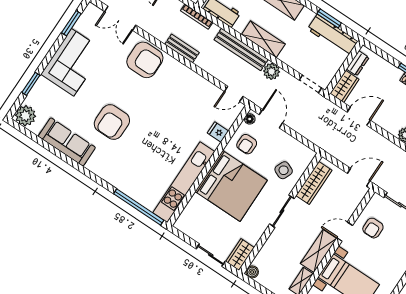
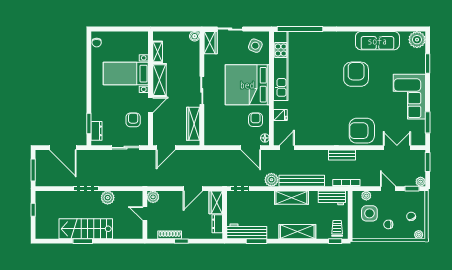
side table: (284, 170) -> (255, 46), moved

